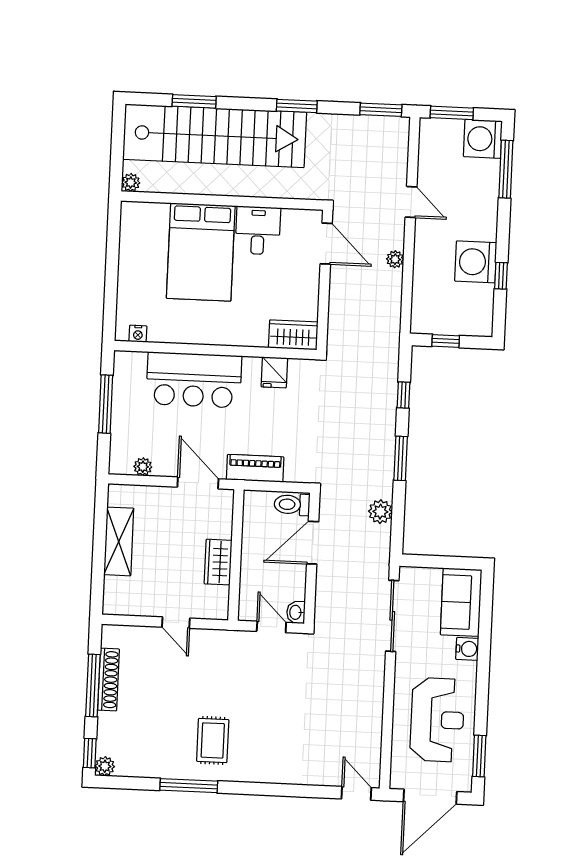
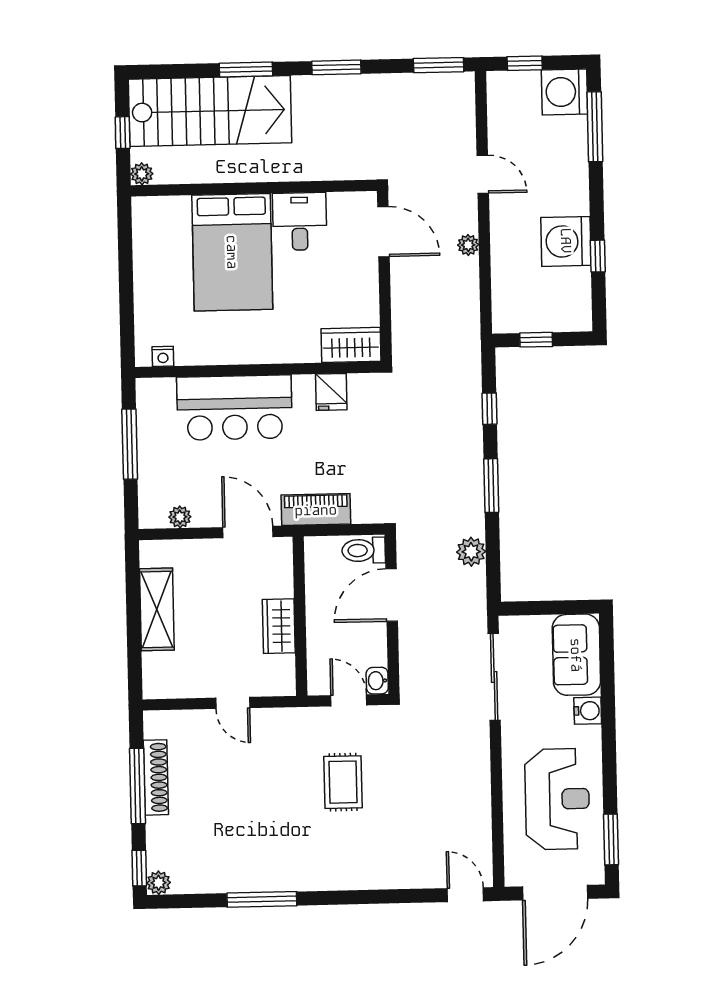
window: (194, 101) -> (246, 69), moved
window: (452, 113) -> (525, 63), width x0.67
stairs: (215, 136) -> (210, 111), width x0.73
window: (117, 147) -> (123, 133), added
rug: (213, 740) -> (343, 782), moved

